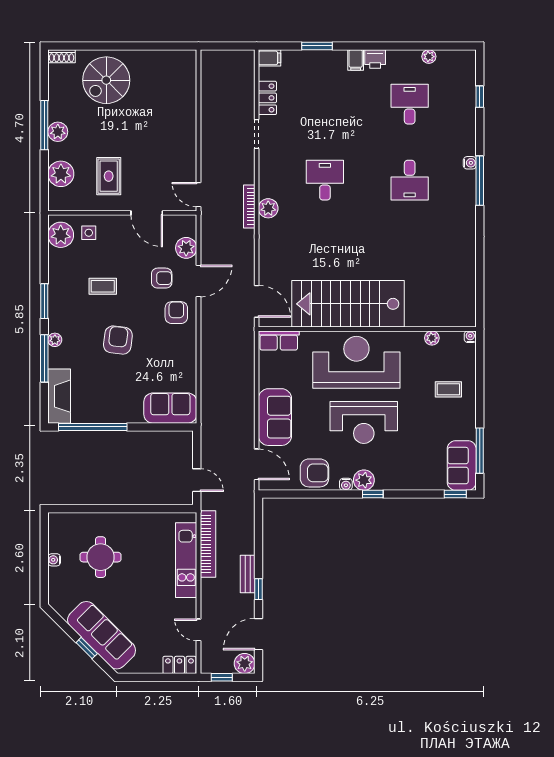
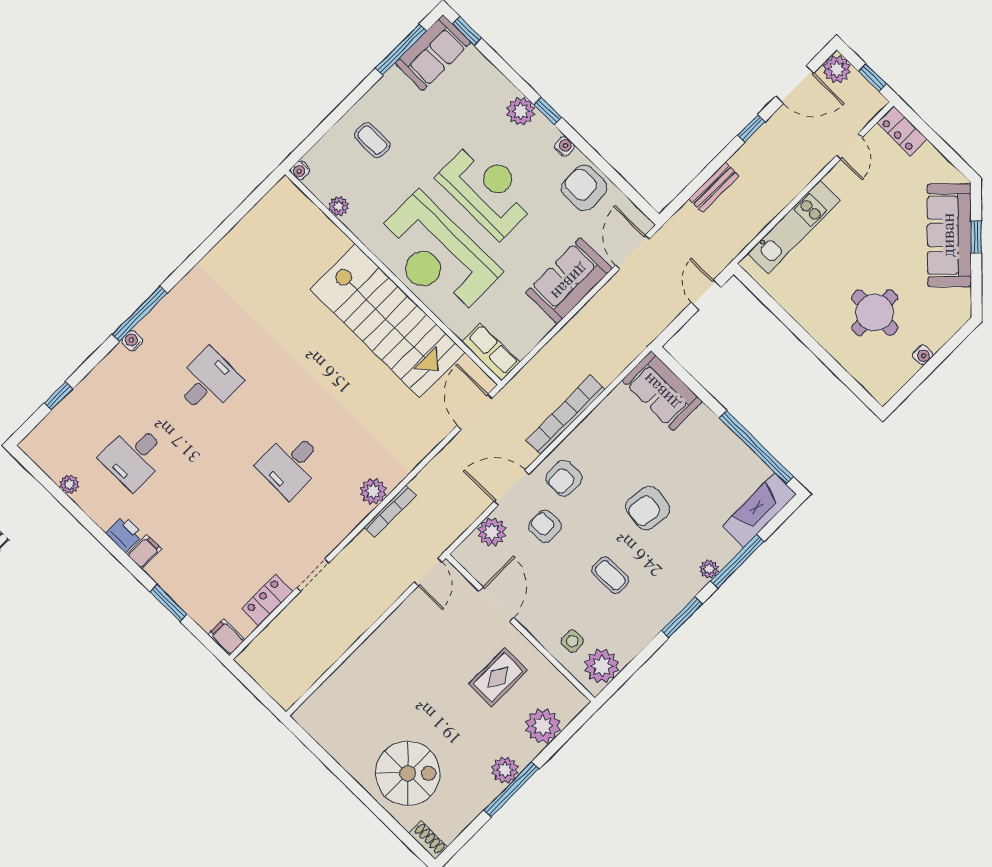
plant: (364, 480) -> (521, 111), moved
bookcase: (208, 544) -> (566, 415), moved
bench: (248, 574) -> (714, 187), moved

